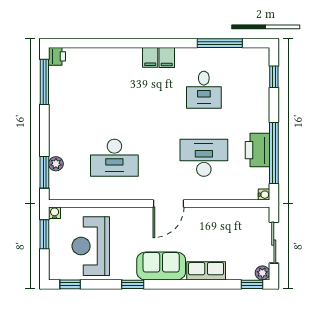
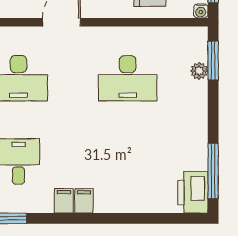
printer: (57, 56) -> (193, 192), width x1.87, depth x1.48
desk: (114, 158) -> (128, 78), turned 180

